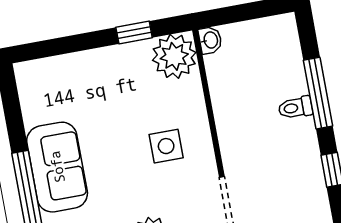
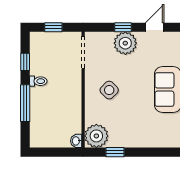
toilet: (295, 108) -> (38, 81), moved
side table: (166, 146) -> (109, 90), turned 45

